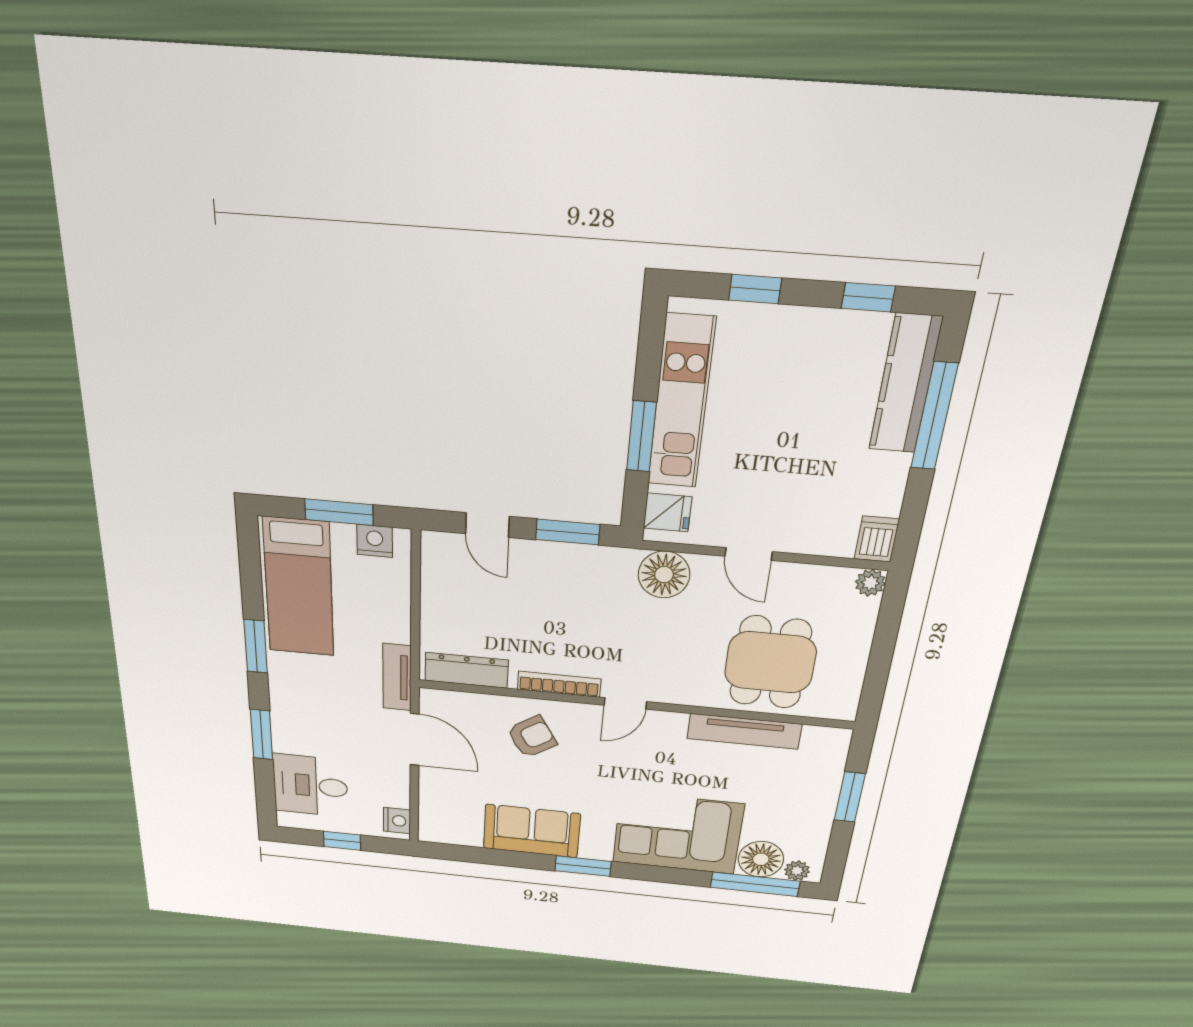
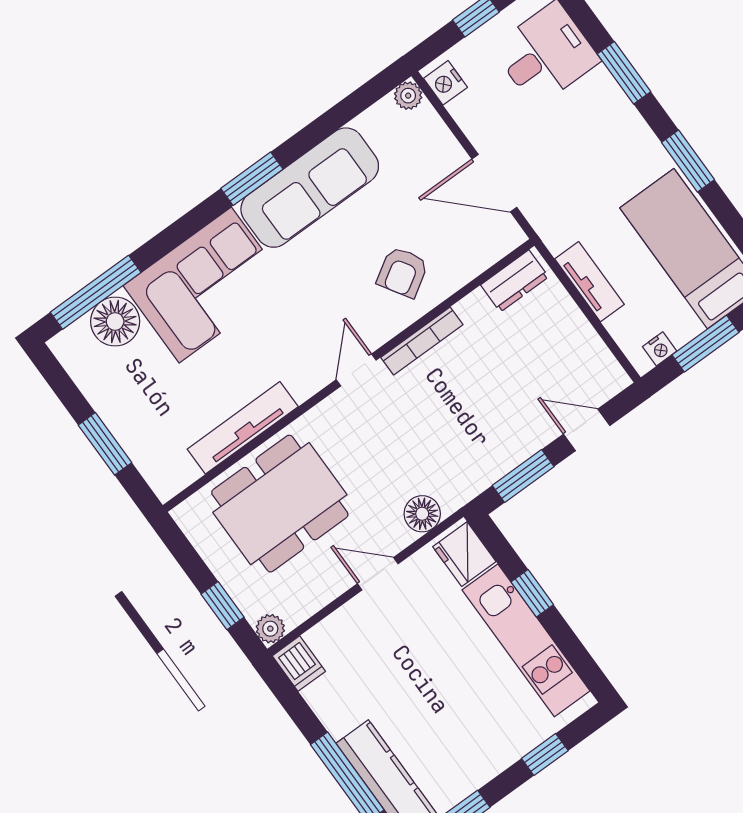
window: (641, 436) -> (532, 593), width x0.67
fridge: (667, 512) -> (464, 554), width x1.38
nightstand: (375, 541) -> (660, 349), width x0.72, depth x0.74
floor lamp: (664, 575) -> (422, 514), width x0.73, depth x0.73
window: (887, 629) -> (223, 606), added
dining table: (770, 662) -> (280, 504), width x1.38
dresser: (466, 670) -> (515, 281), width x0.70
tv unit: (397, 677) -> (589, 282), moved
sofa: (532, 831) -> (310, 188), width x1.36
plant: (797, 871) -> (408, 96), moved

